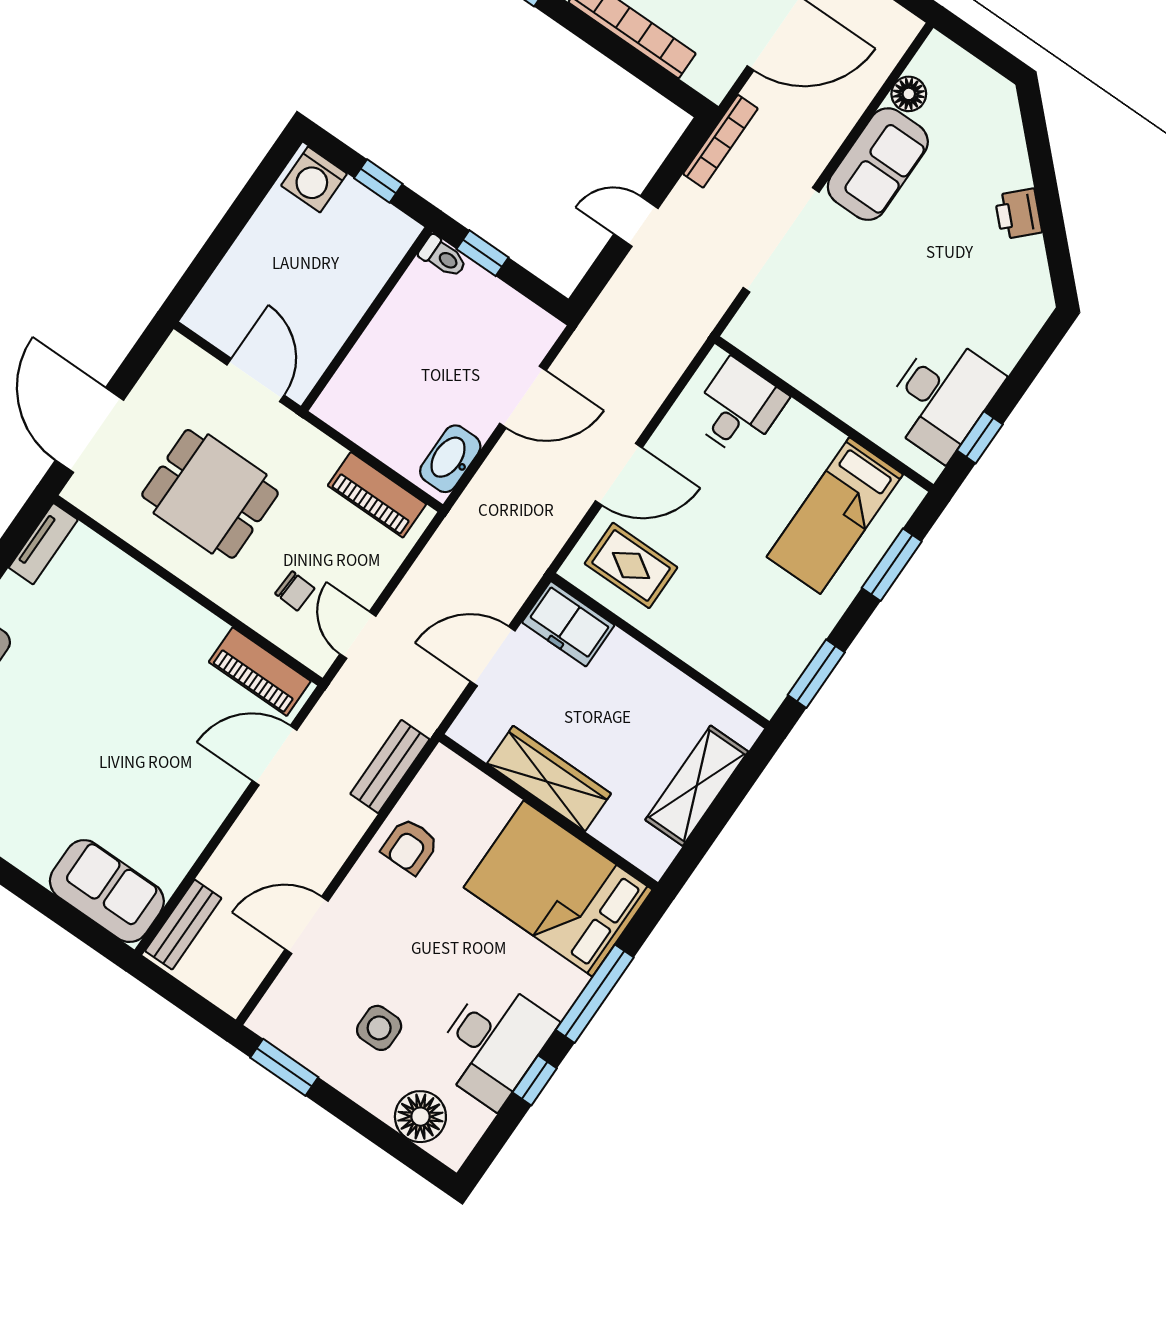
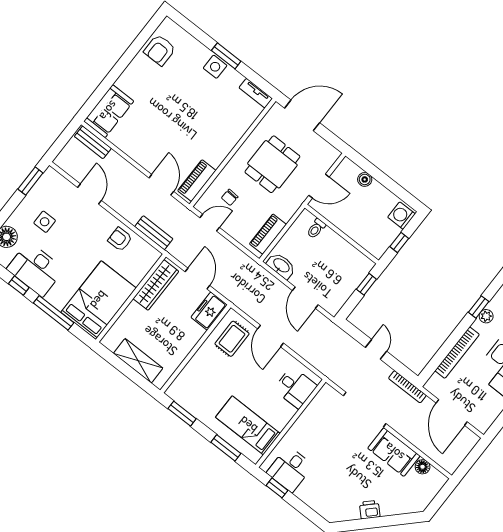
toilet: (443, 257) -> (316, 229), moved
boiler: (233, 272) -> (365, 179), added
desk: (942, 397) -> (290, 469), width x0.73
wardrobe: (549, 779) -> (156, 285), moved

